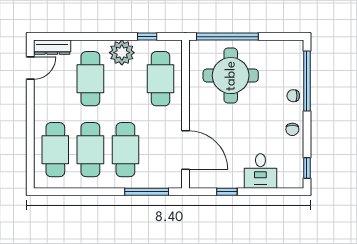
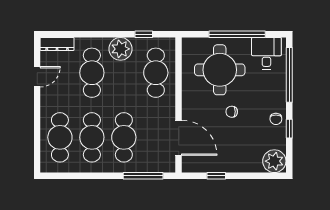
window: (227, 37) -> (237, 34), moved
door: (30, 68) -> (37, 77), moved
chair: (293, 96) -> (232, 112), moved
window: (307, 168) -> (289, 129), moved
desk: (260, 171) -> (266, 53), moved, turned 180
plant: (291, 176) -> (274, 161), added

